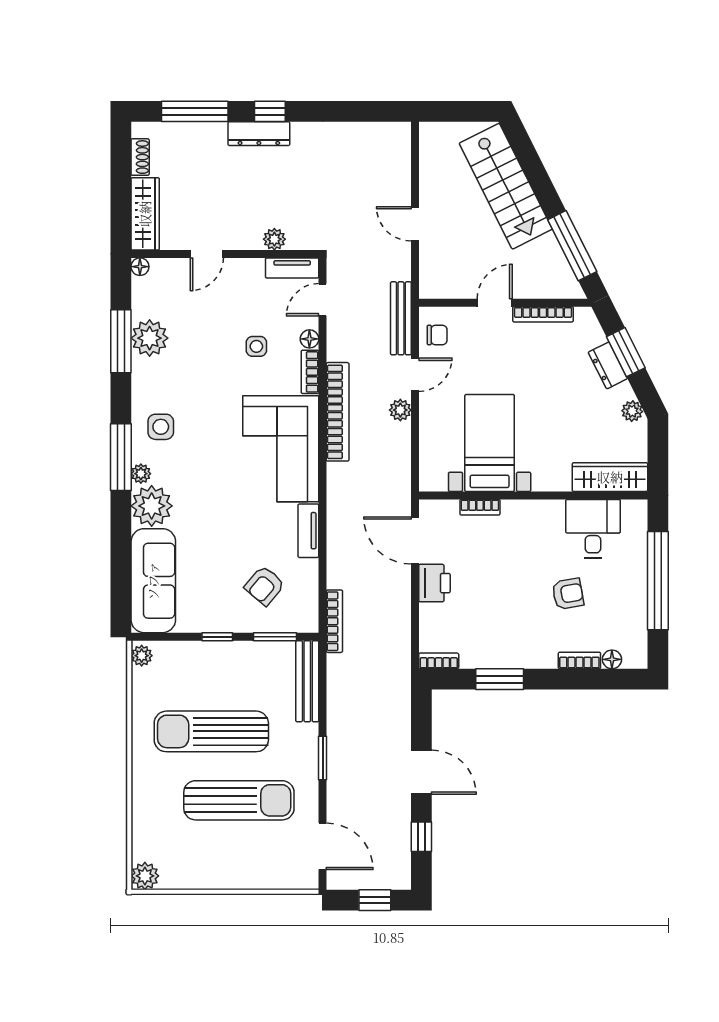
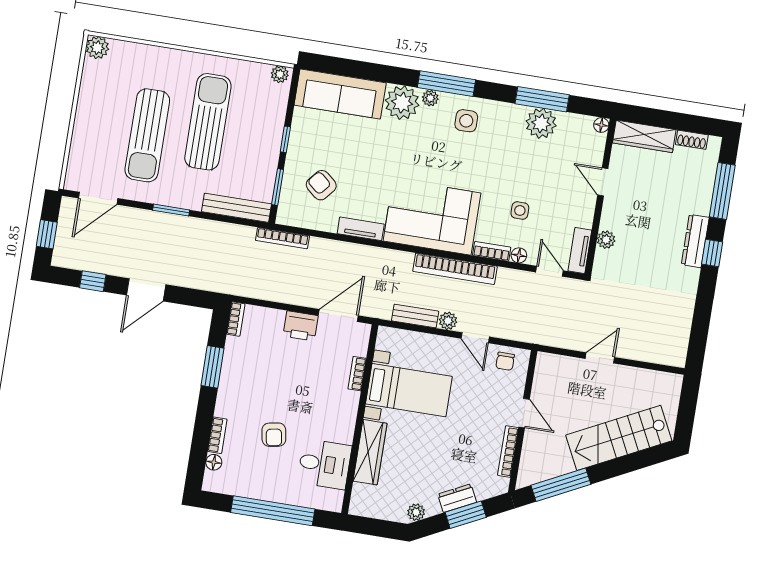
bench: (401, 318) -> (415, 316), moved, width x0.73
wardrobe: (610, 477) -> (370, 452), moved

